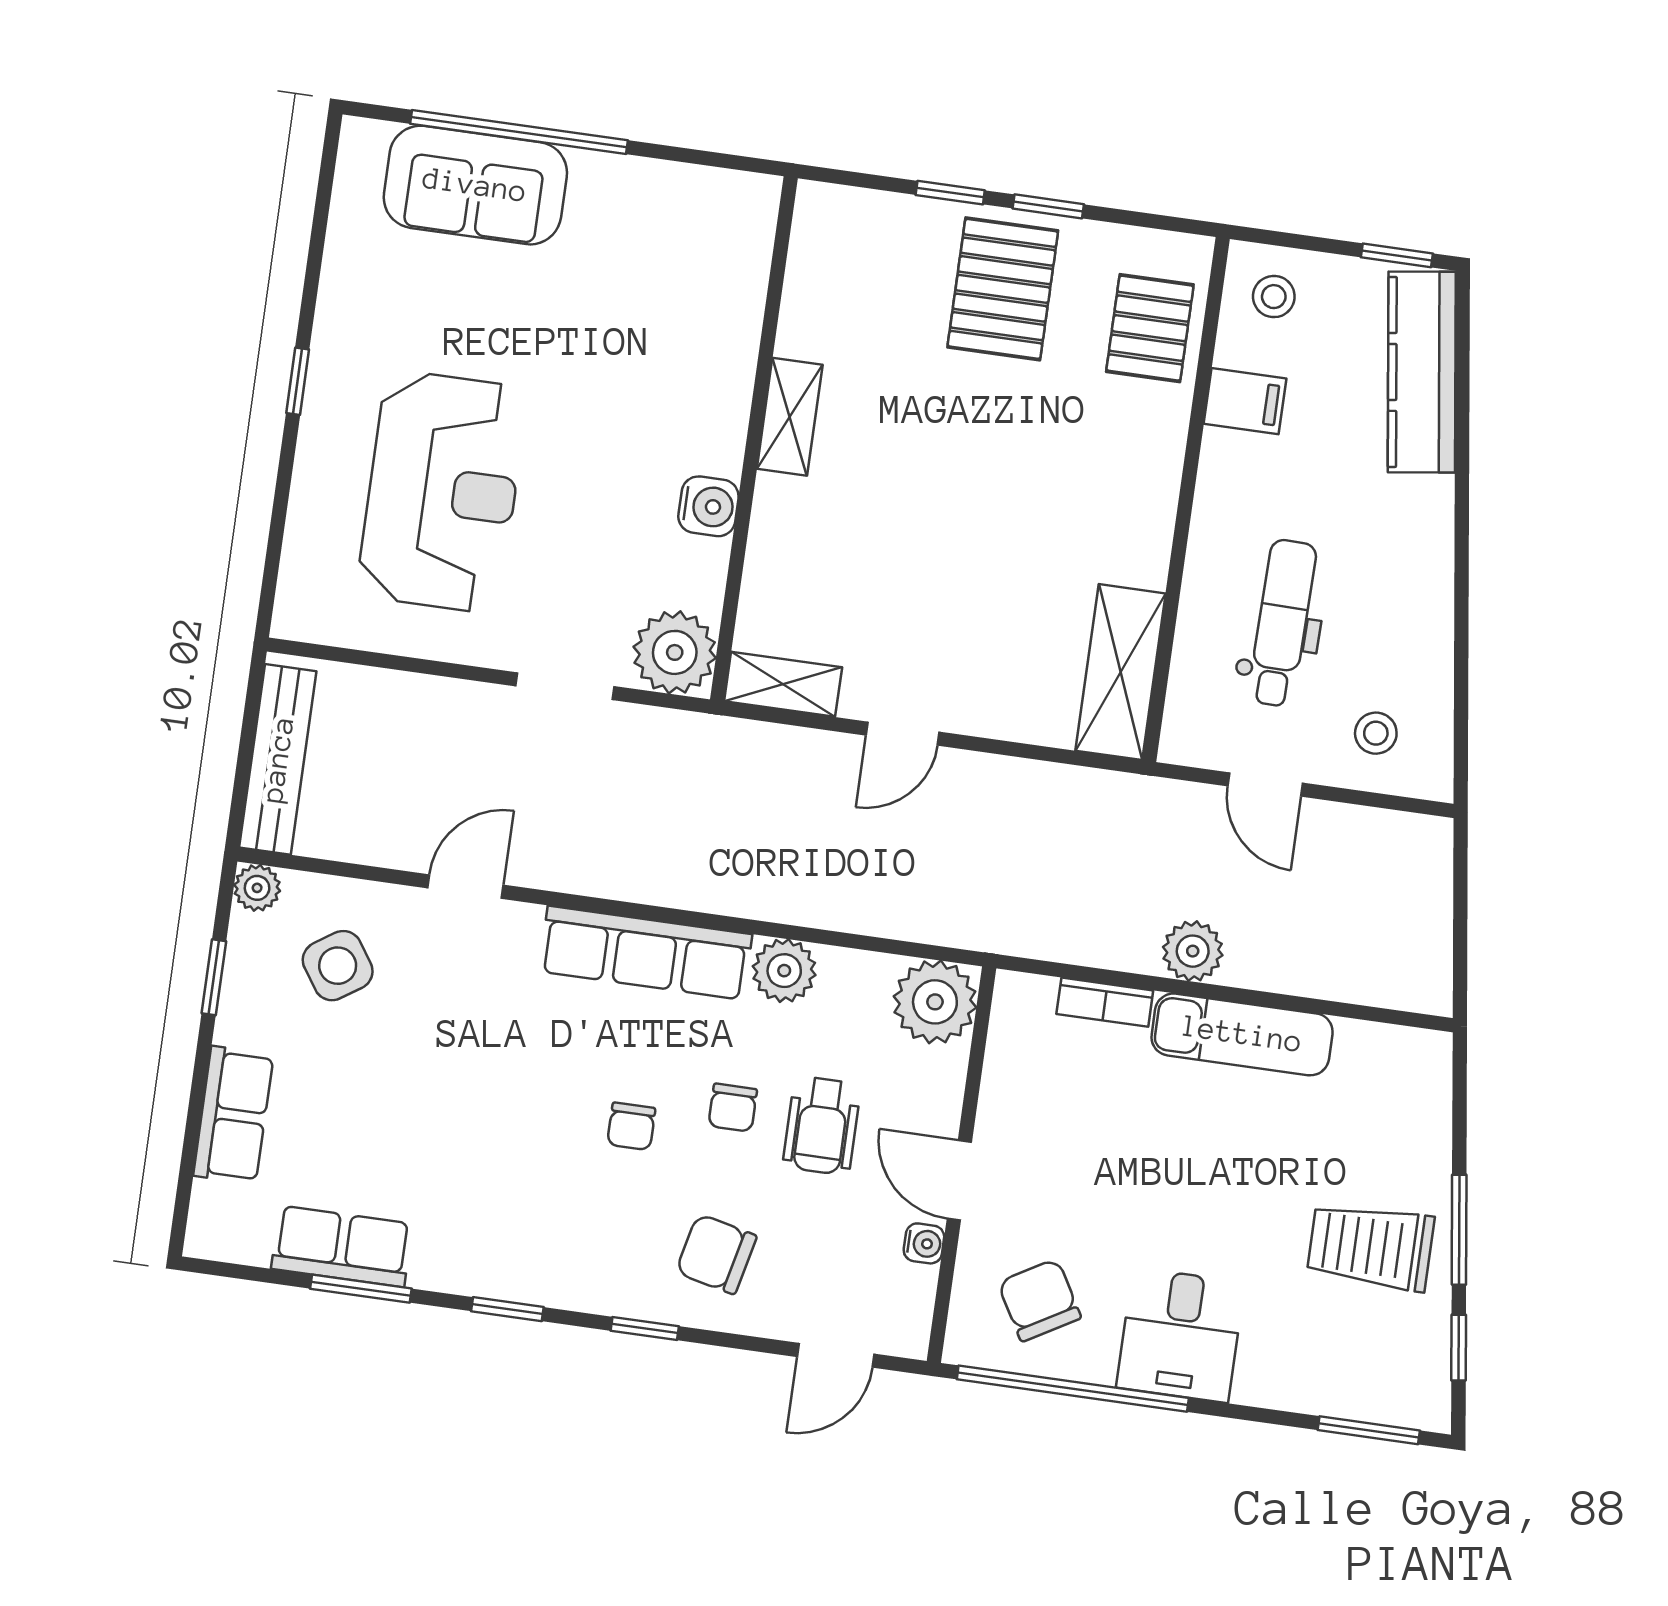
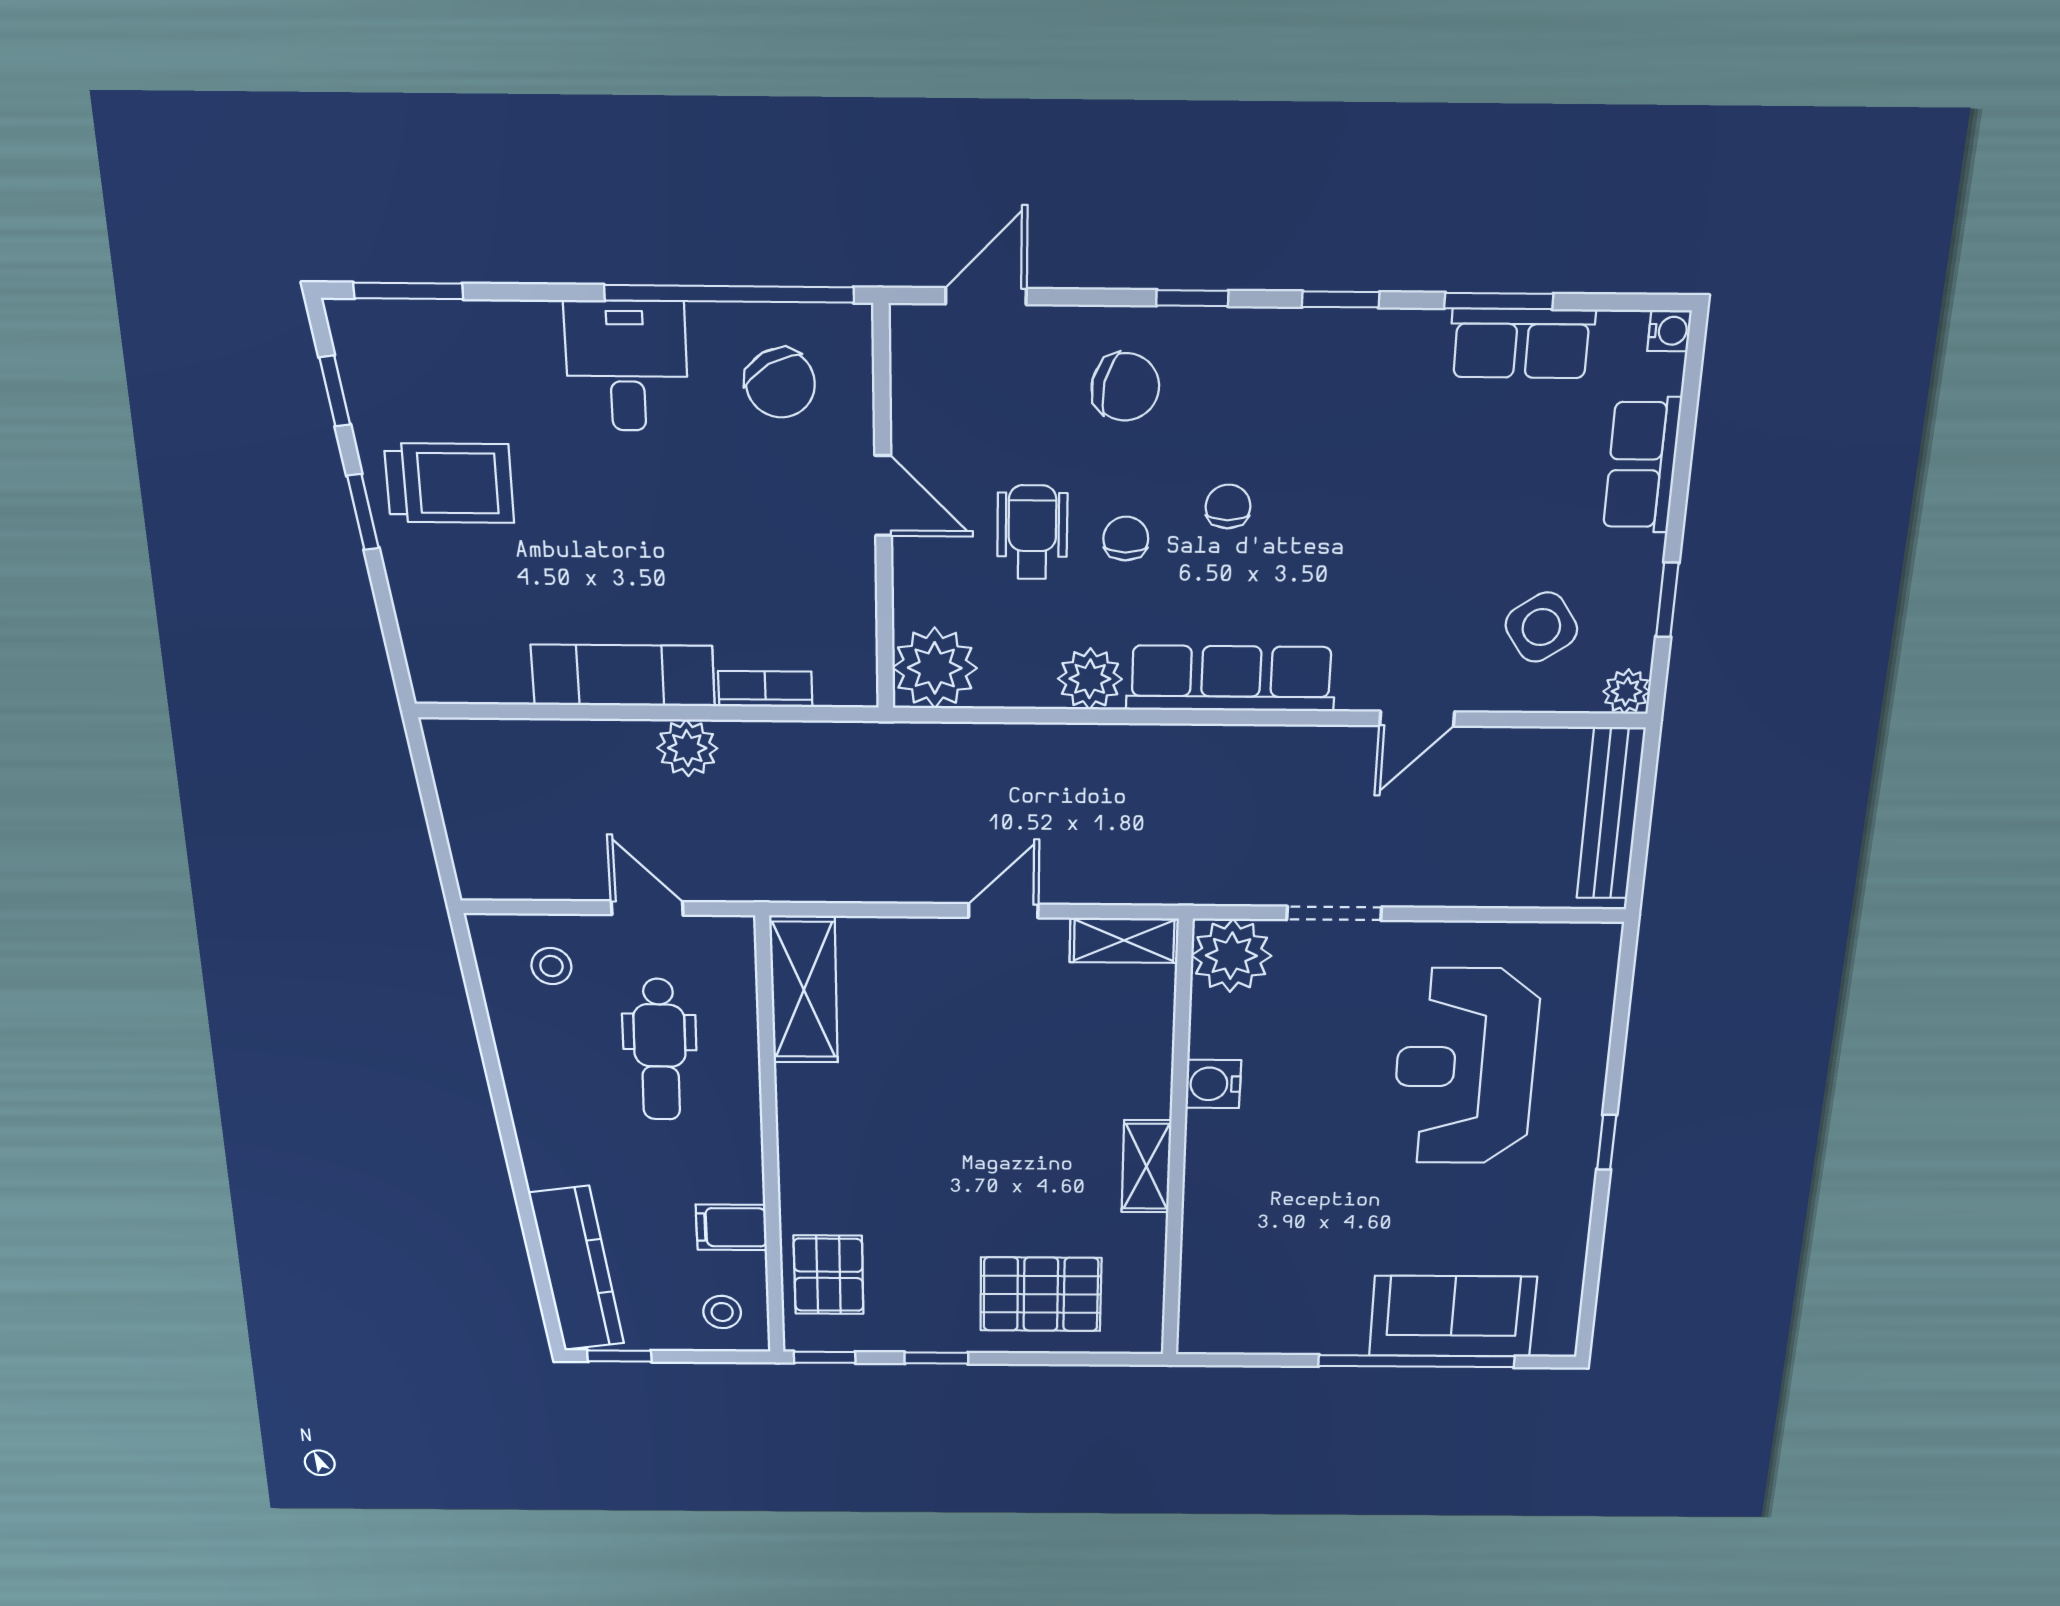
window: (950, 193) -> (825, 1357), moved
pallet: (1003, 289) -> (1041, 1294), moved, turned 90
window: (1459, 1230) -> (363, 512), width x0.67
water cooler: (924, 1243) -> (1670, 331), moved, turned 180

